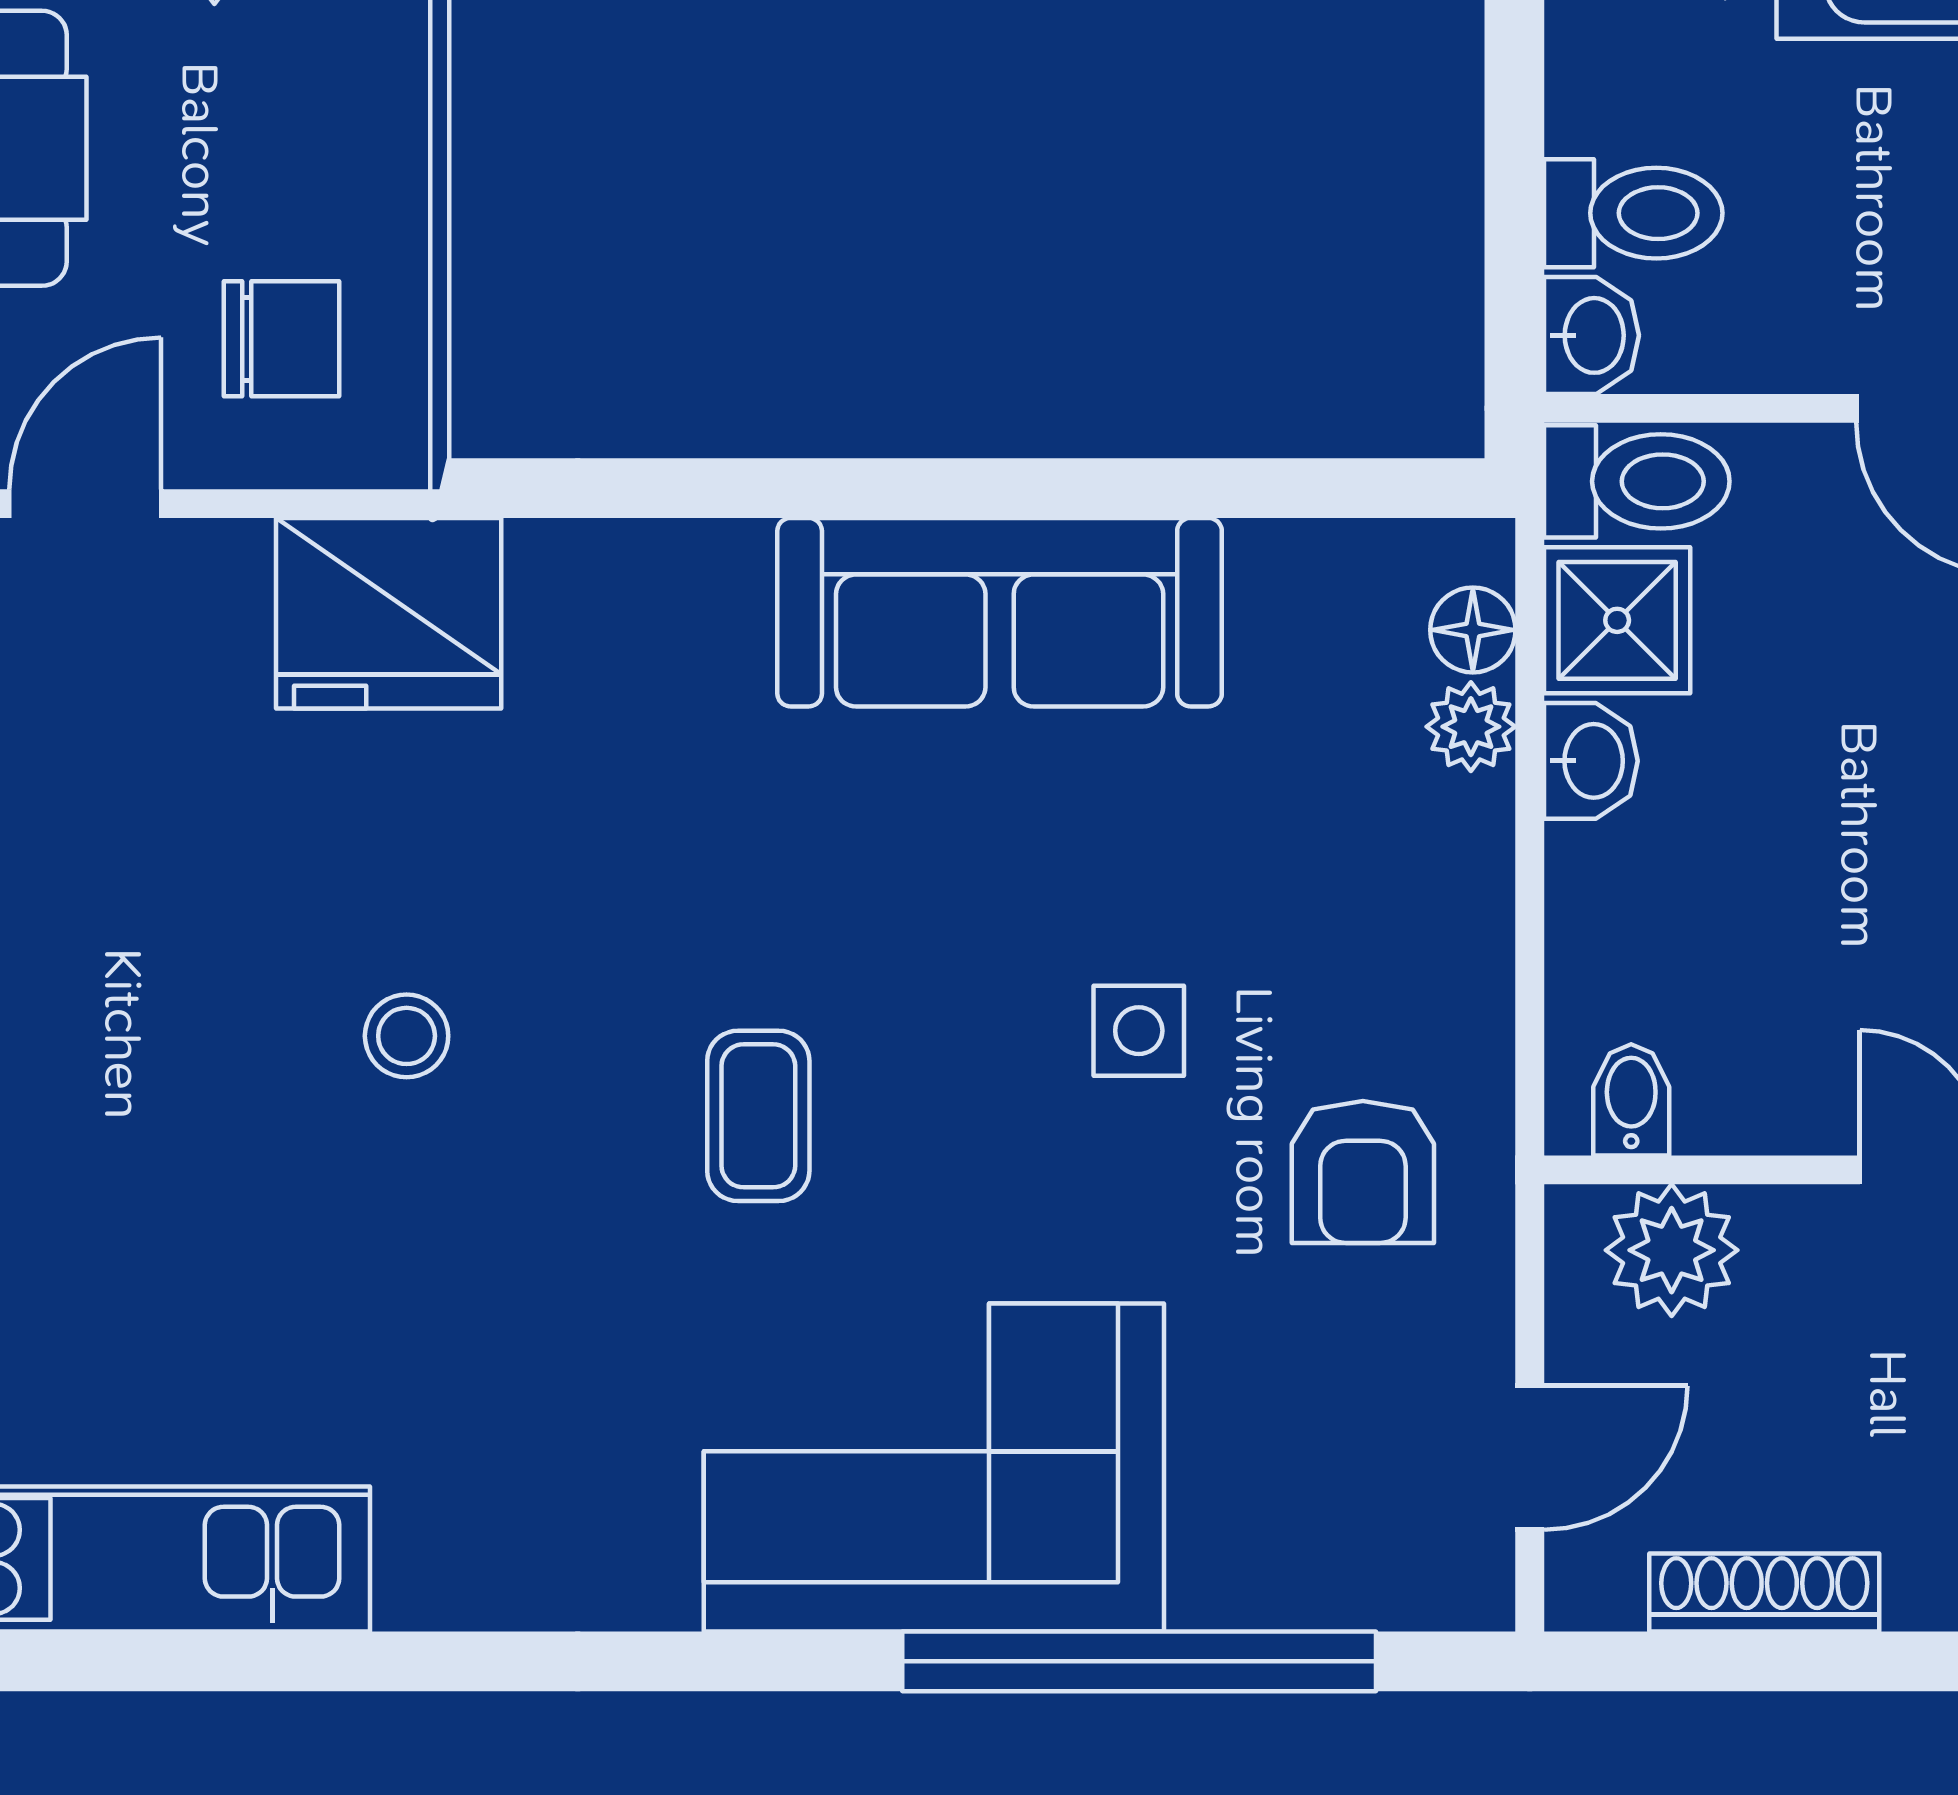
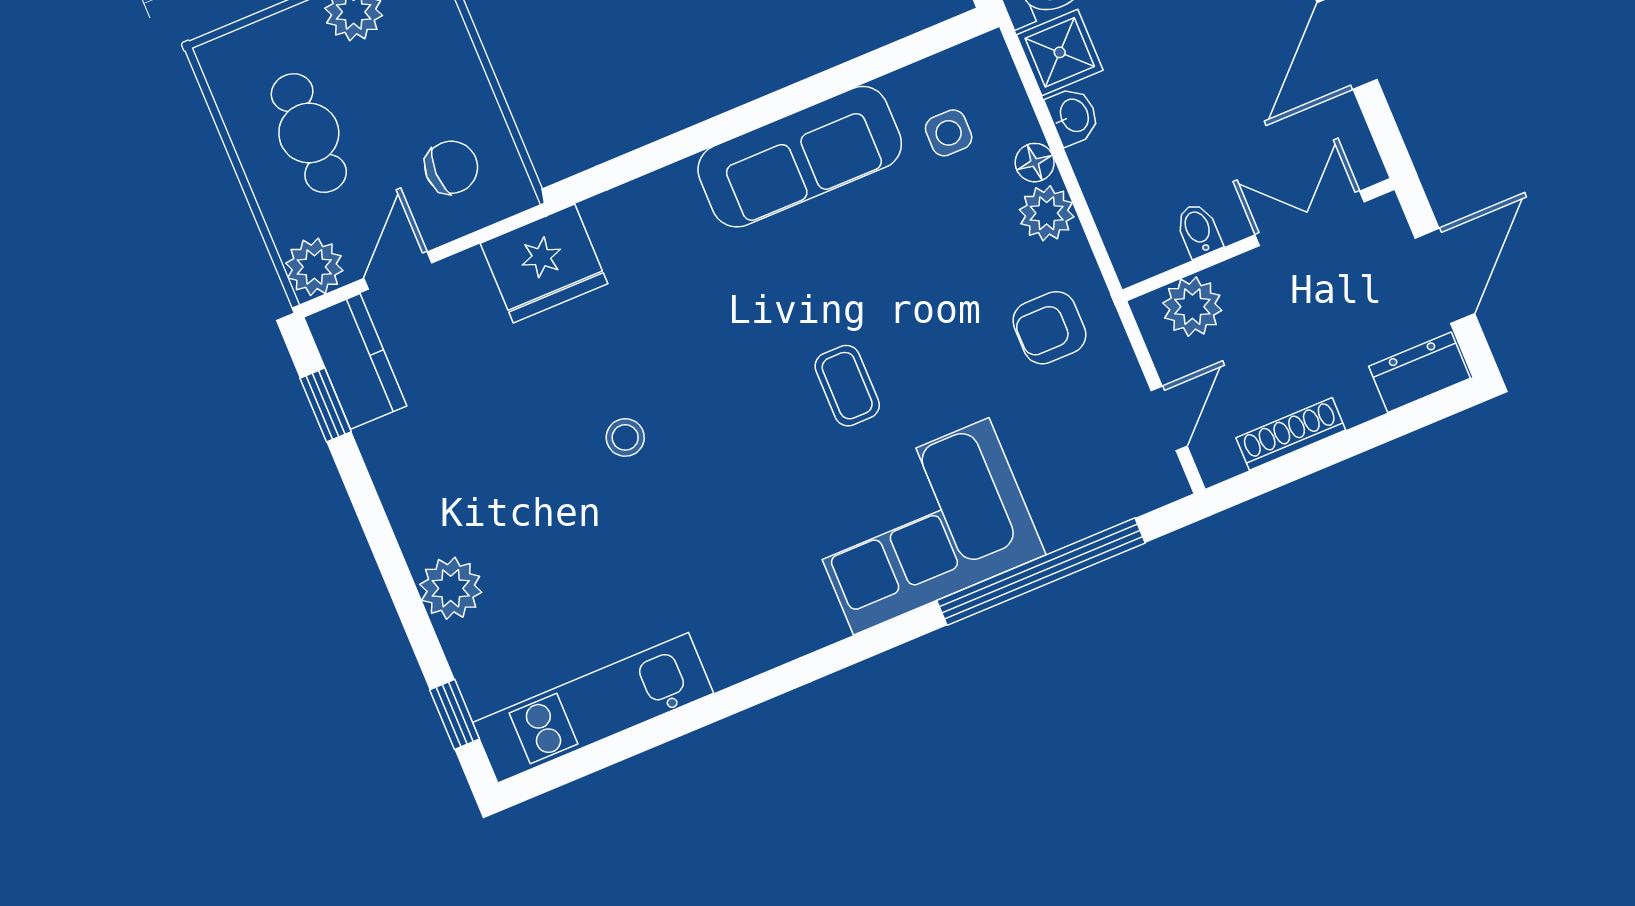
floor lamp: (1473, 630) -> (1035, 163), moved
plant: (1471, 727) -> (1047, 213), moved, width x1.38, depth x1.38
side table: (1139, 1031) -> (949, 133), moved
bidet: (1631, 1100) -> (1199, 230), moved
coffee table: (758, 1116) -> (847, 386), moved
armchair: (1363, 1172) -> (1049, 328), turned 90

